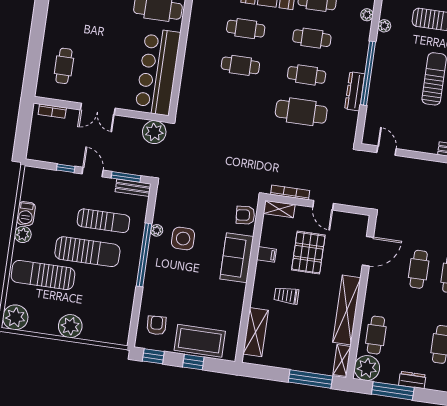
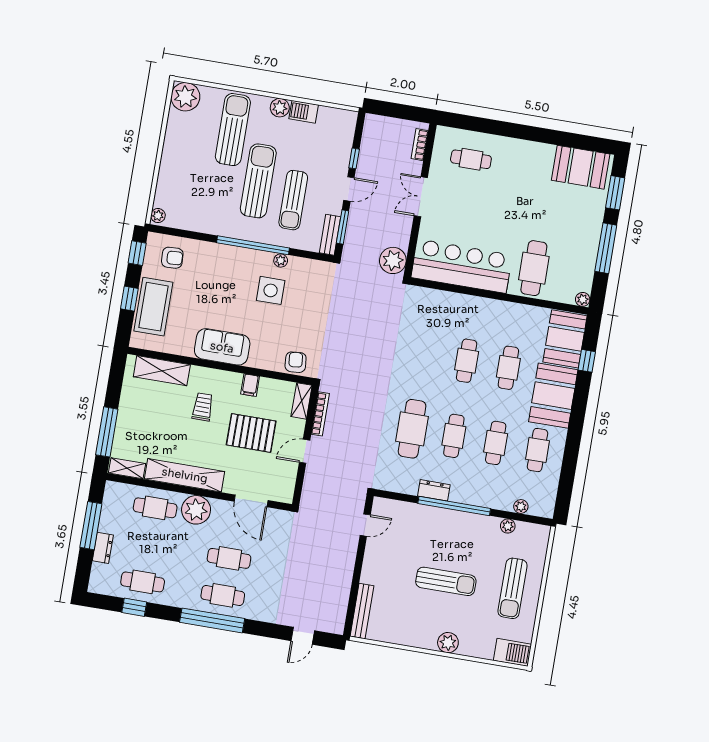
dresser: (355, 91) -> (434, 490), width x0.70
sun lounger: (87, 252) -> (258, 181), turned 180
sofa: (237, 258) -> (222, 347), moved
plant: (70, 326) -> (158, 216), moved, width x0.53, depth x0.53
plant: (367, 368) -> (196, 510), moved

